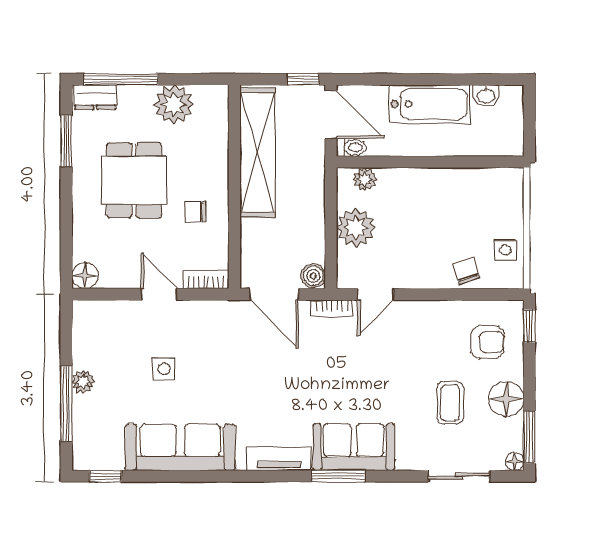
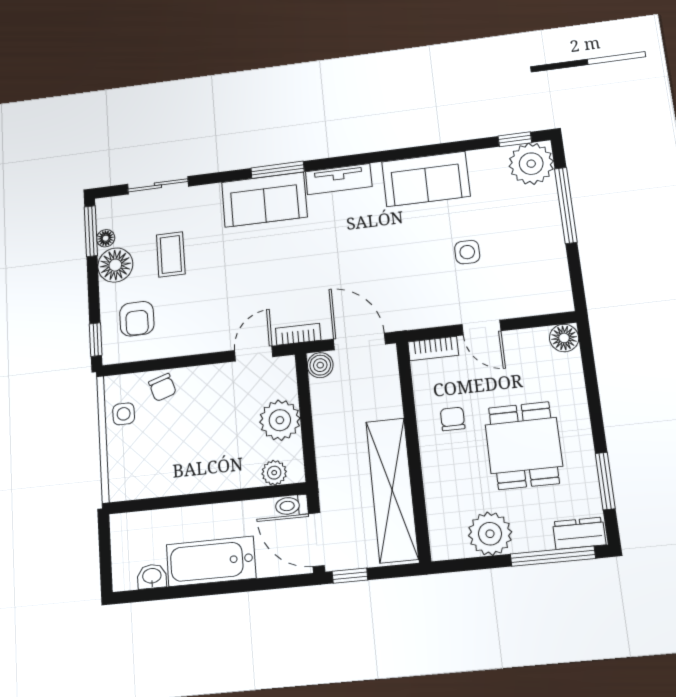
chair: (195, 212) -> (453, 419), turned -90
armchair: (487, 342) -> (137, 319), turned -90
plant: (83, 382) -> (531, 164), moved, width x1.88, depth x1.88
sofa: (180, 447) -> (426, 179), width x0.73
floor lamp: (515, 462) -> (106, 238), moved

